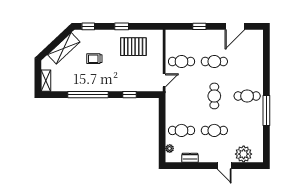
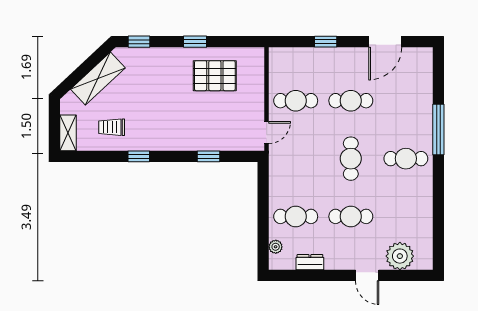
trolley: (94, 59) -> (112, 127), moved
window: (88, 95) -> (139, 156), width x0.32
window: (266, 110) -> (438, 129), moved

